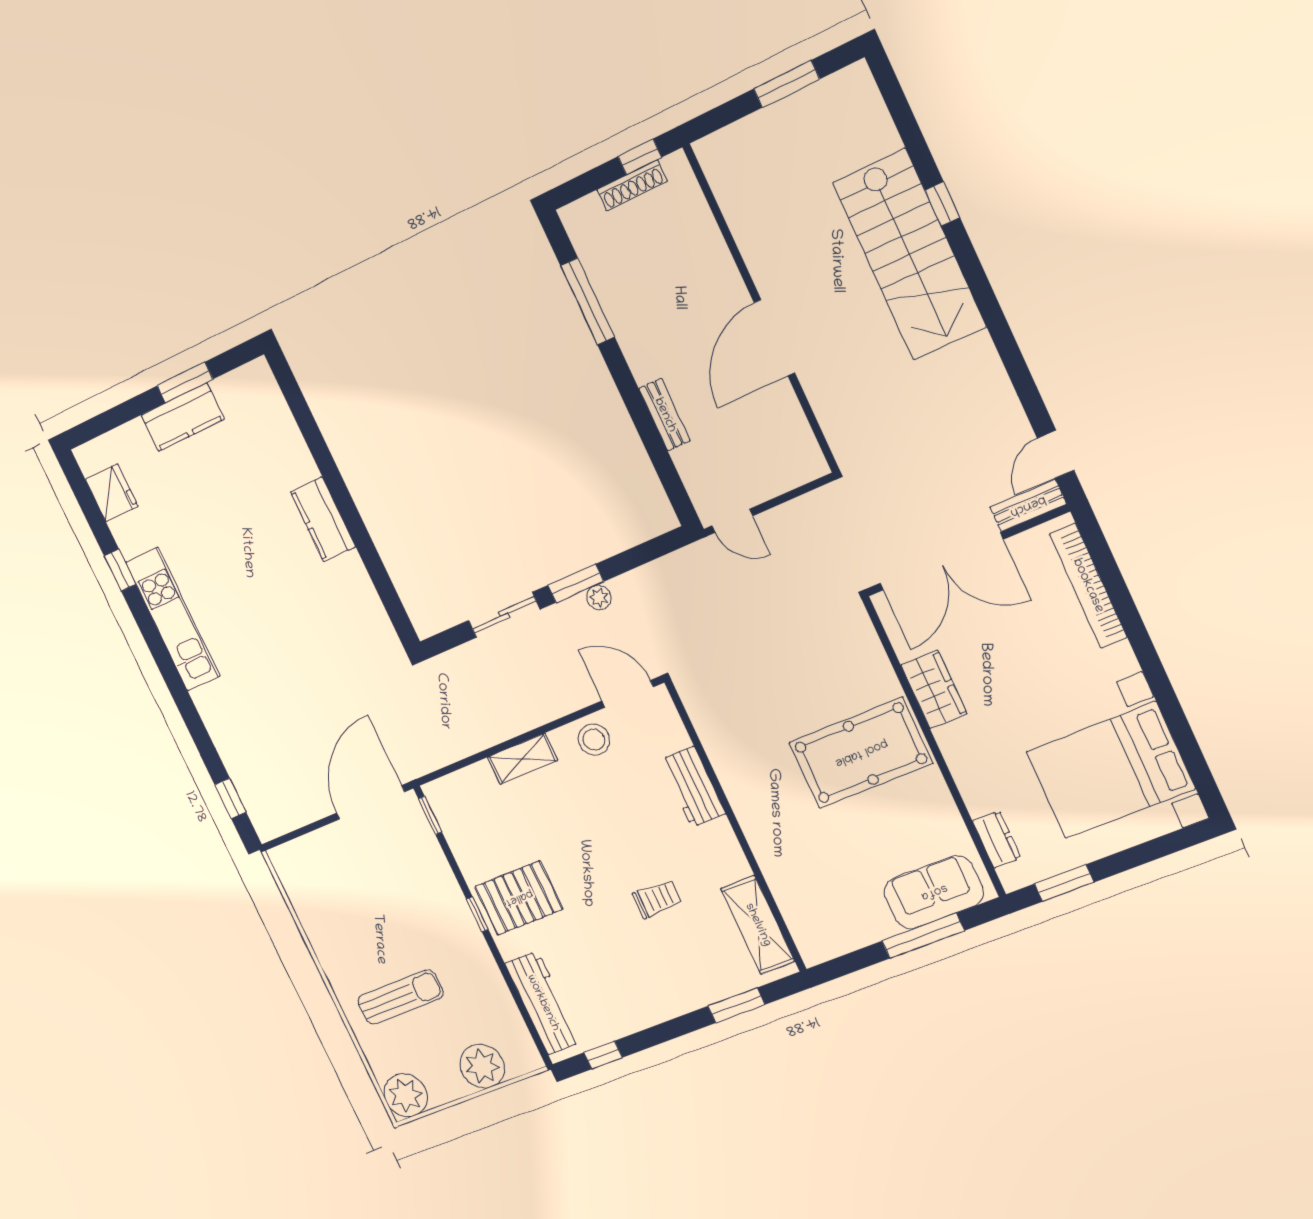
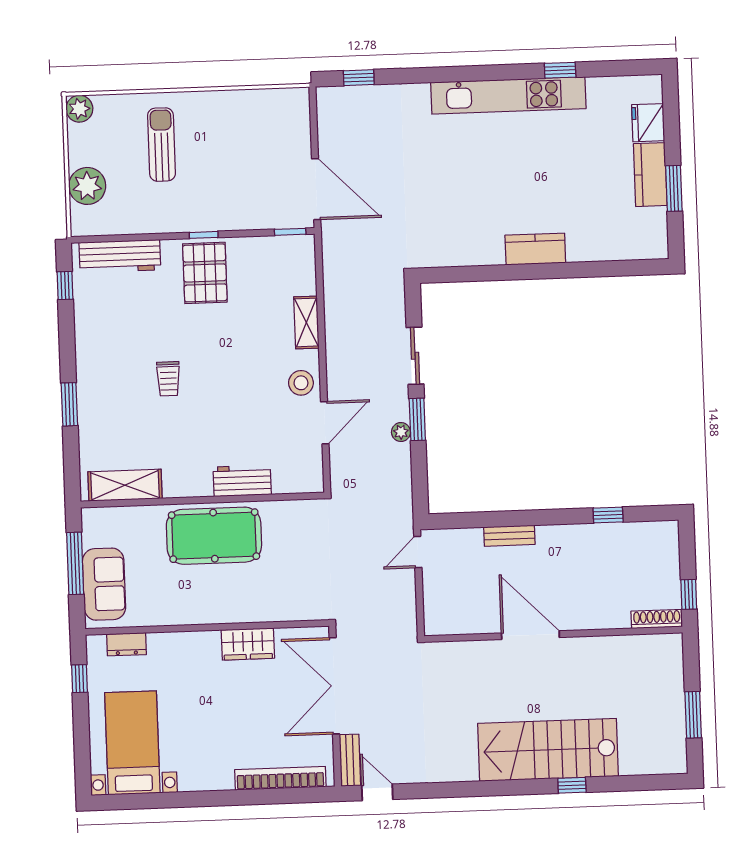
shoe rack: (632, 185) -> (657, 619), moved, turned 90
window: (588, 301) -> (608, 515), width x0.46
fridge: (112, 493) -> (648, 123), moved, turned 90
kitchen unit: (173, 619) -> (508, 95), width x1.36
pool table: (861, 753) -> (214, 536), moved, turned 90
bed with nightstands: (1110, 770) -> (132, 743), width x0.73
workbench: (693, 787) -> (242, 481), moved
wall: (736, 826) -> (202, 500), moved
window: (1064, 883) -> (79, 679), width x0.67
shelving: (758, 925) -> (125, 485), moved
sun lounger: (400, 997) -> (161, 145), turned 180
plant: (406, 1095) -> (79, 109), width x0.73, depth x0.73

